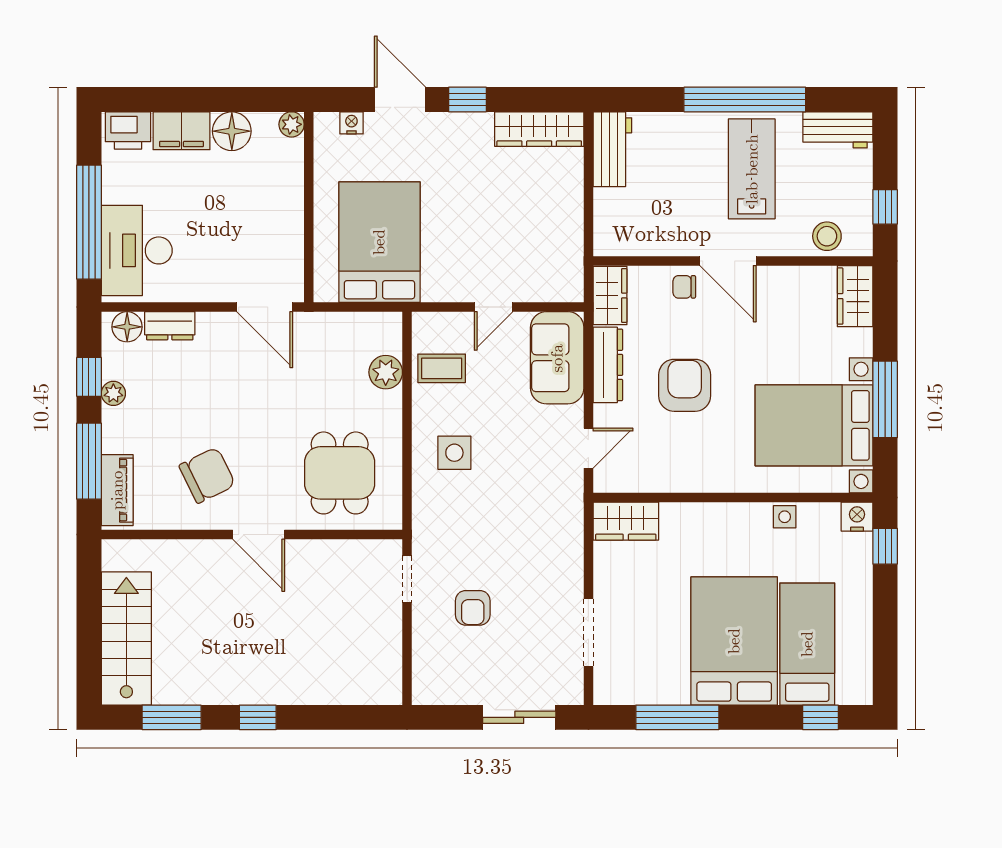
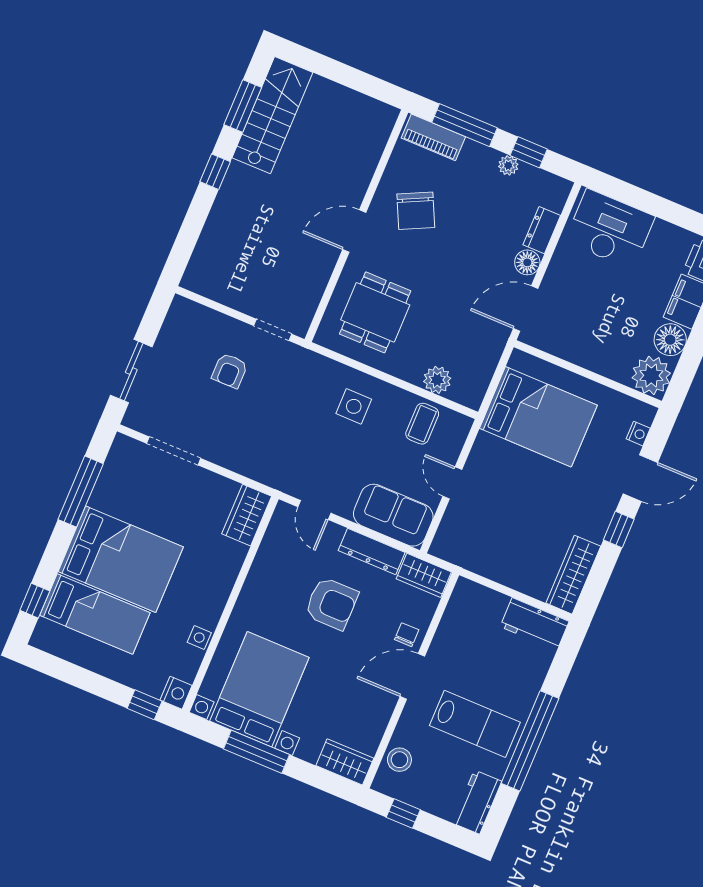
plant: (292, 124) -> (651, 375), width x1.87, depth x1.87
window: (89, 222) -> (647, 202), removed
floor lamp: (127, 327) -> (527, 262), moved
dining table: (340, 473) -> (375, 312), turned 90
armchair: (473, 608) -> (230, 371), turned -90
stairs: (126, 638) -> (272, 115), moved, turned -90

